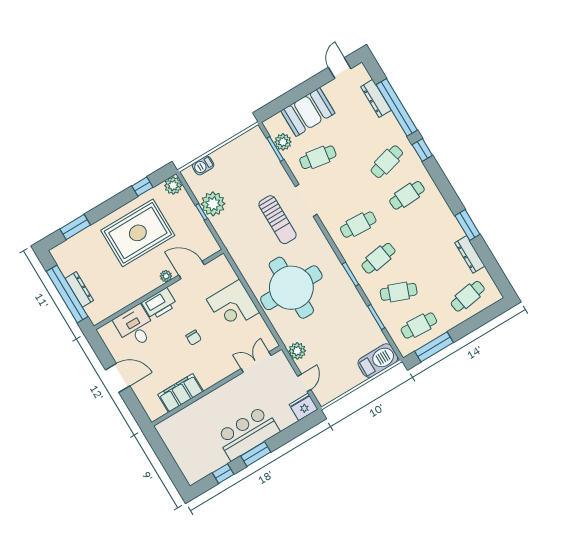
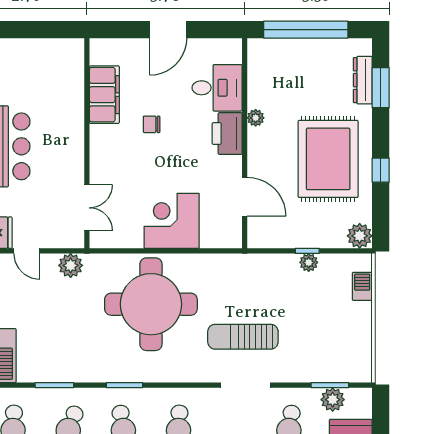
window: (142, 187) -> (381, 170), moved
plant: (213, 204) -> (309, 262), width x0.53, depth x0.53
door: (192, 270) -> (245, 197), hinge flipped
plant: (166, 276) -> (256, 118), moved
dresser: (79, 289) -> (363, 80), moved, turned 90
chair: (194, 338) -> (152, 124), moved

